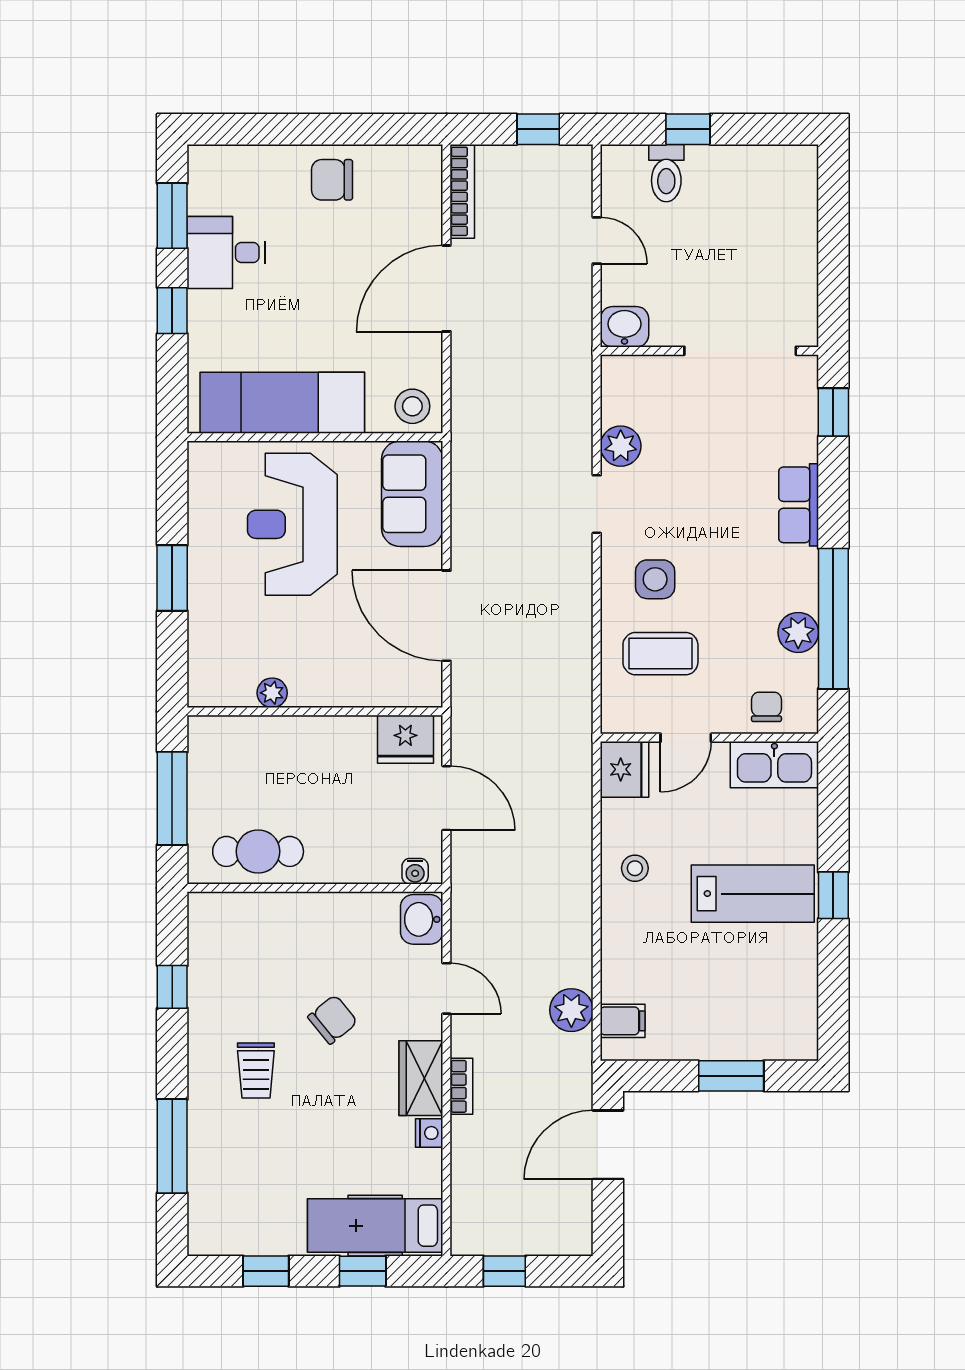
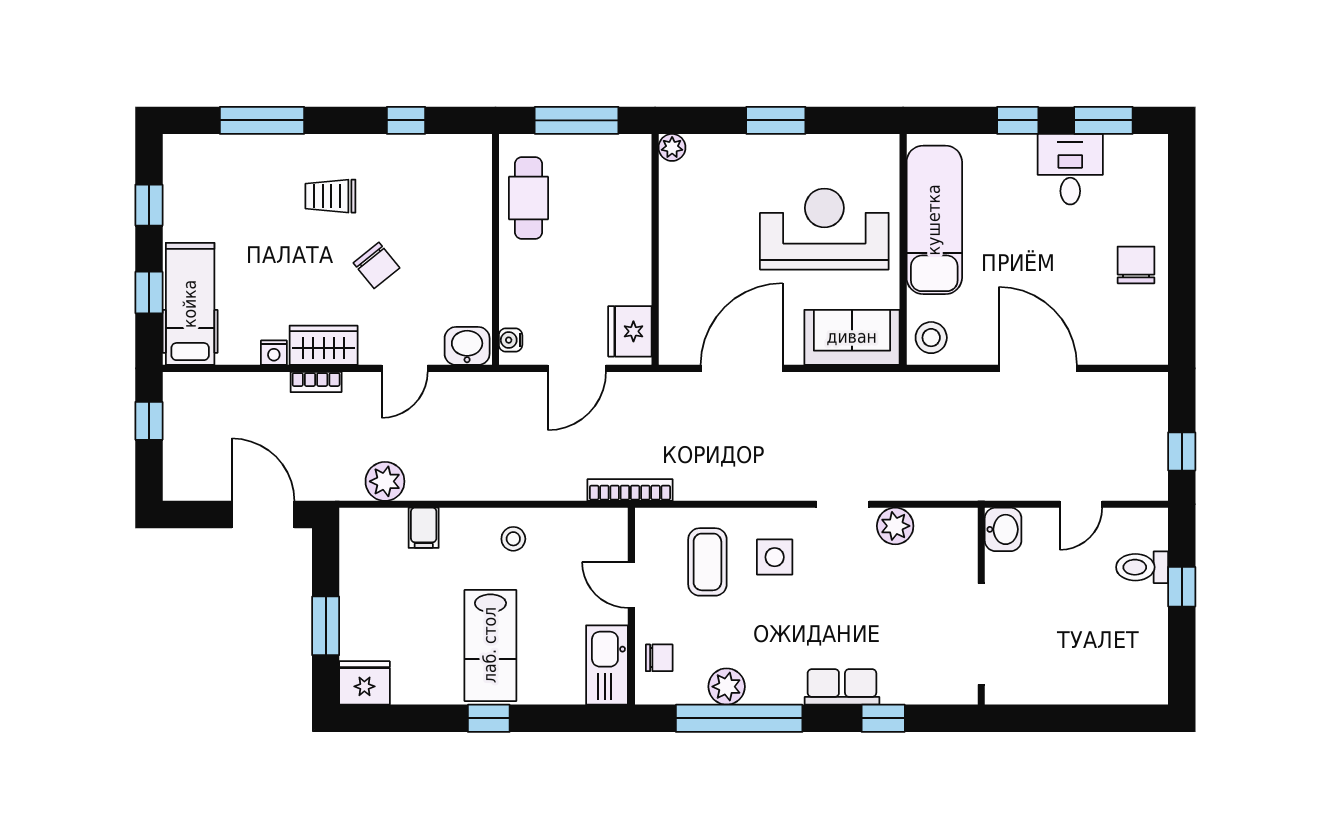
bookcase: (462, 191) -> (630, 490), moved, turned 180
window: (833, 412) -> (883, 718), moved
plant: (272, 693) -> (672, 147), moved
fridge: (625, 769) -> (364, 683), moved, turned 180
filing cabinet: (623, 1021) -> (424, 528), moved

